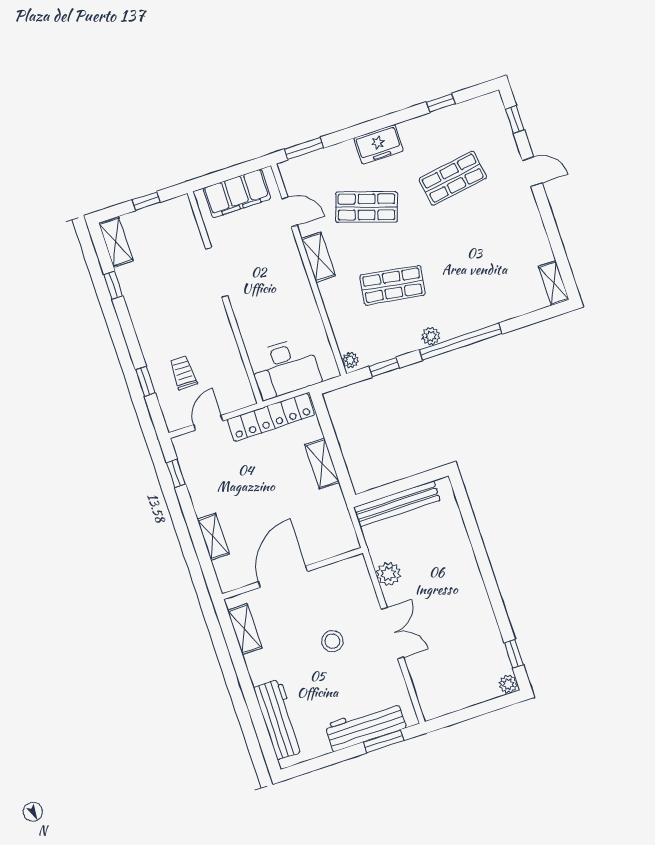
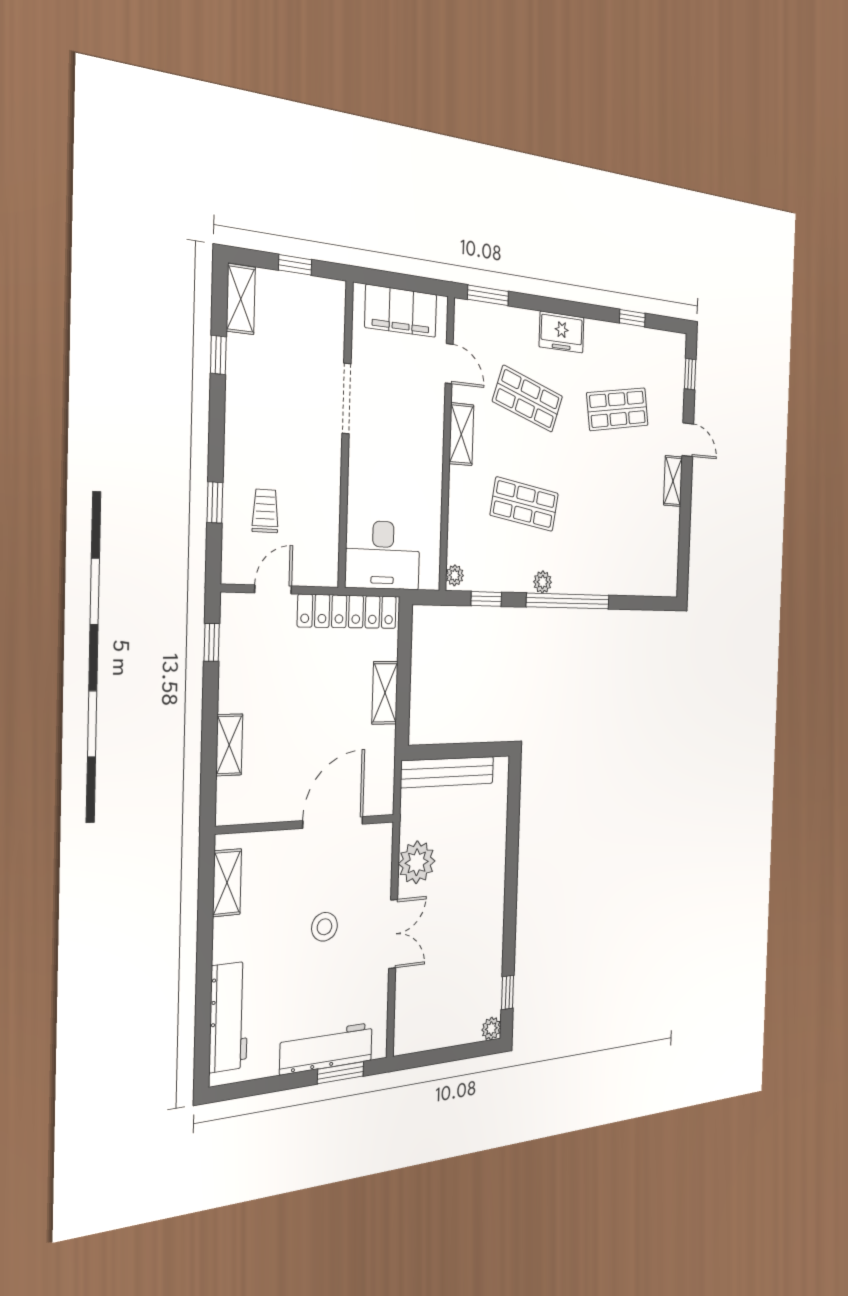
shelving: (554, 283) -> (673, 481), moved
plant: (388, 574) -> (417, 862), width x1.36, depth x1.36
door: (283, 577) -> (333, 822), moved

